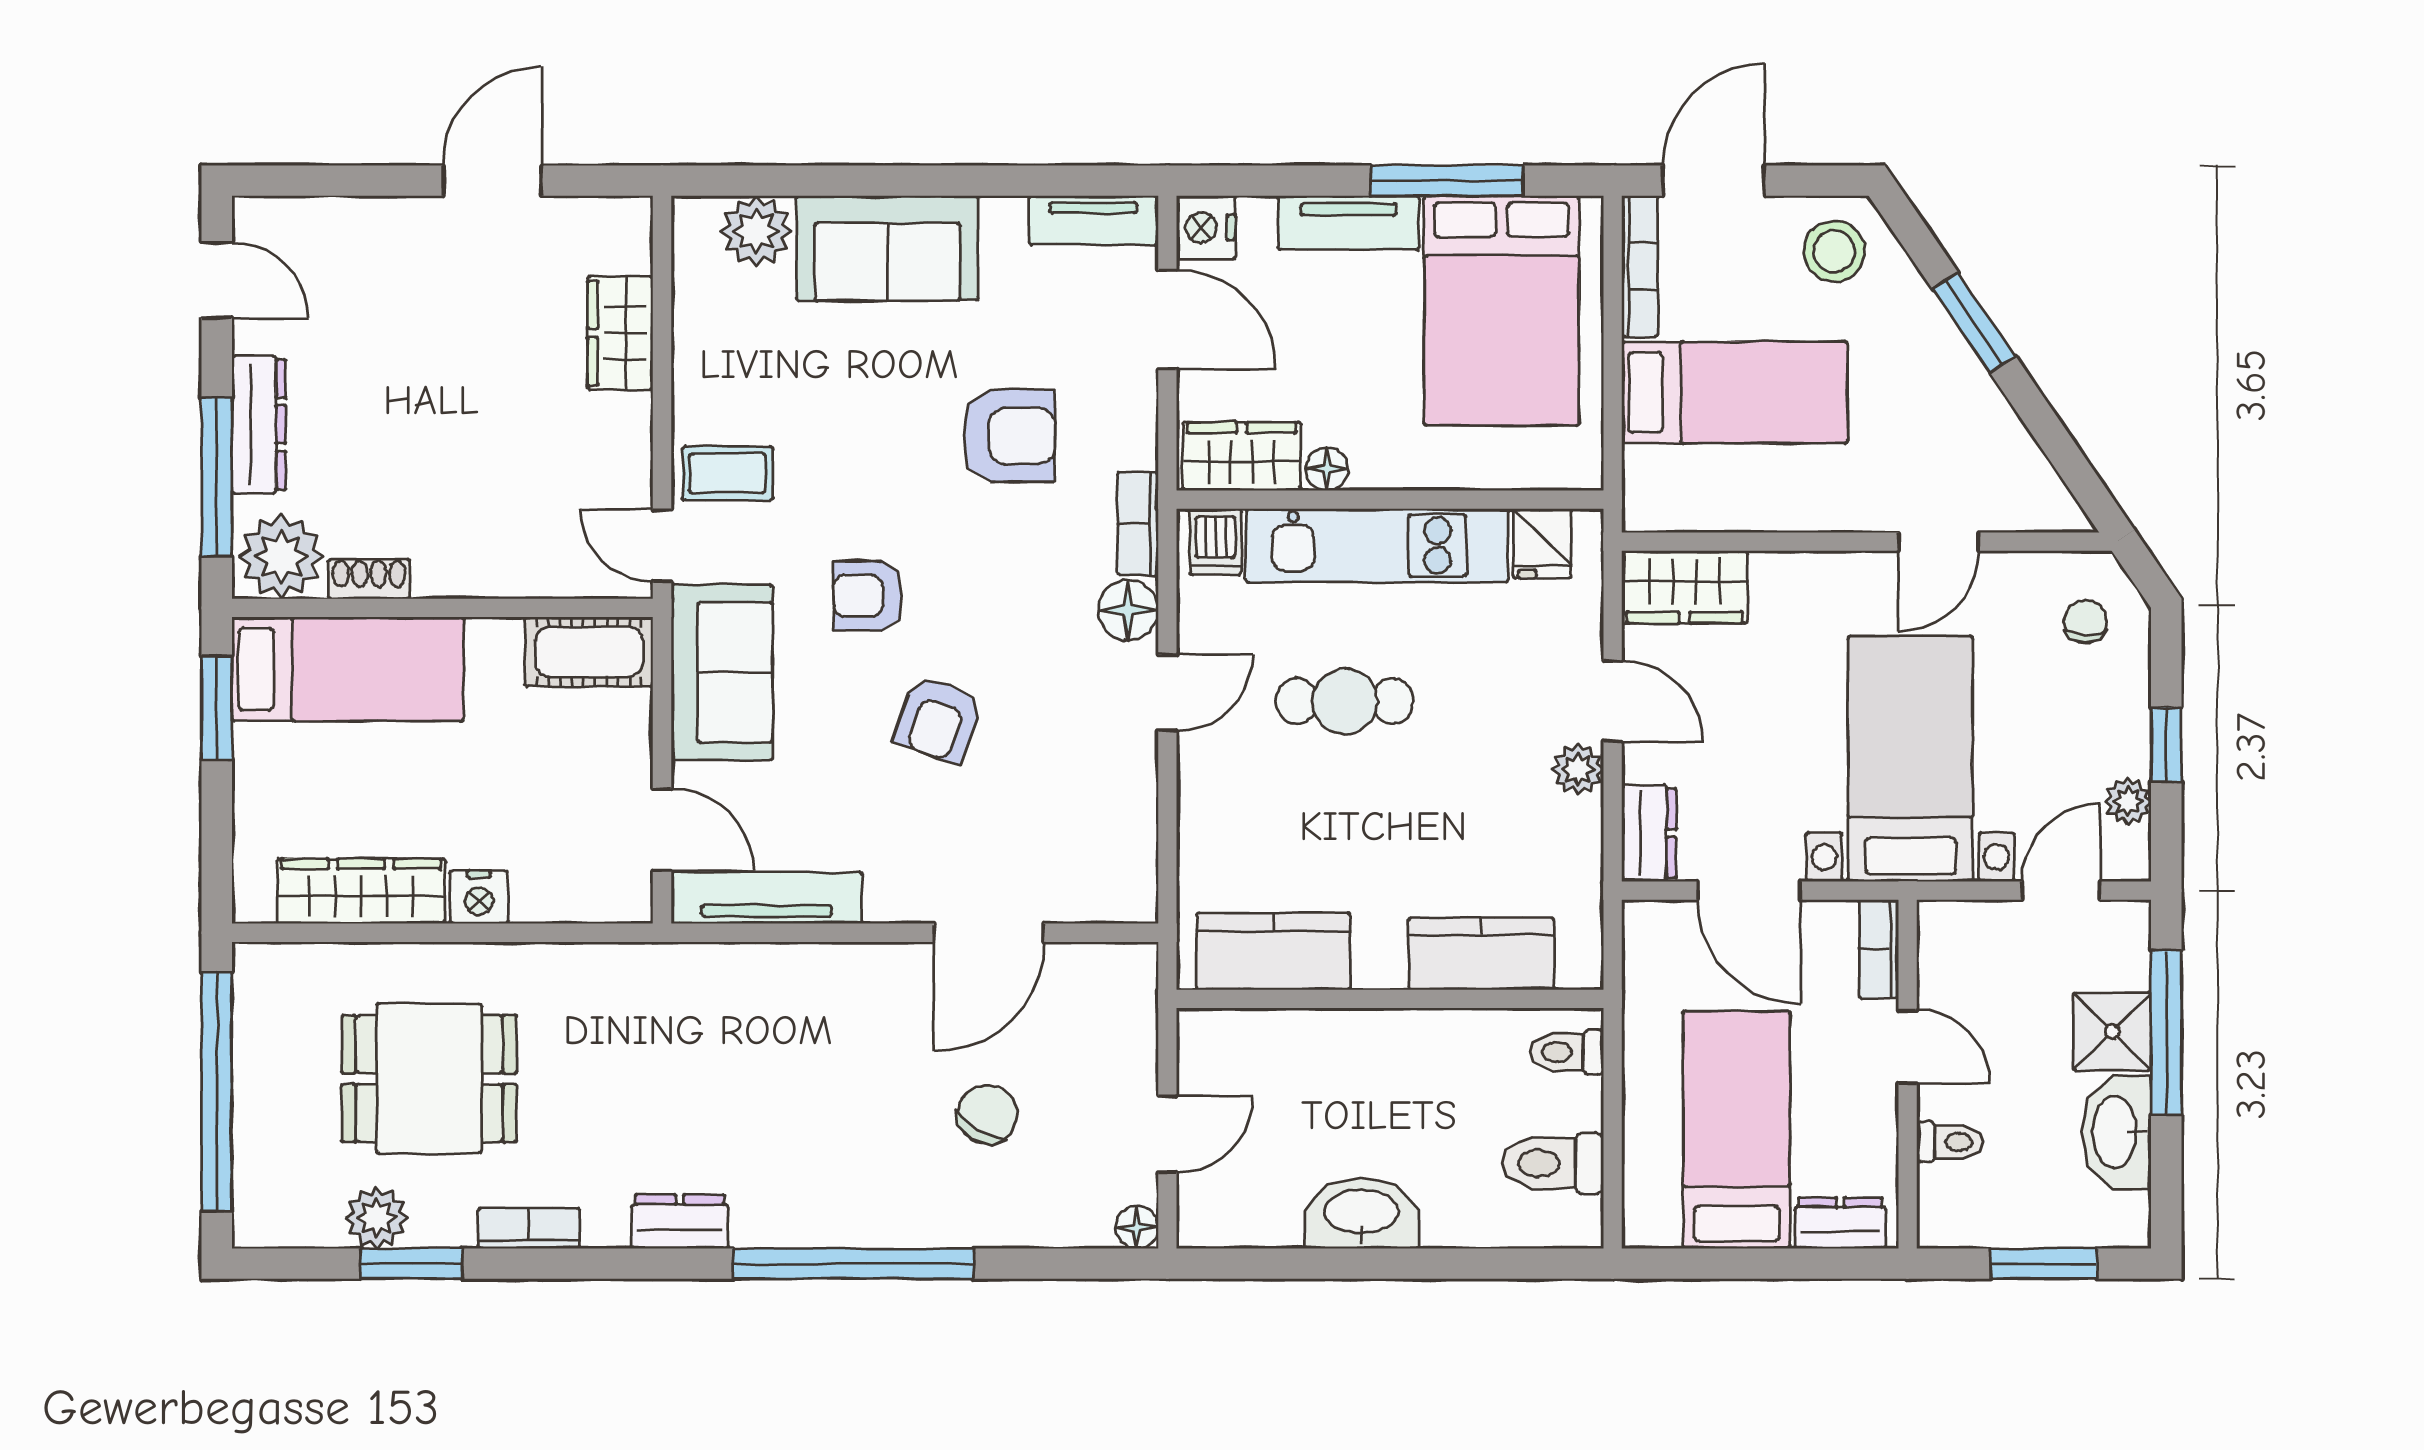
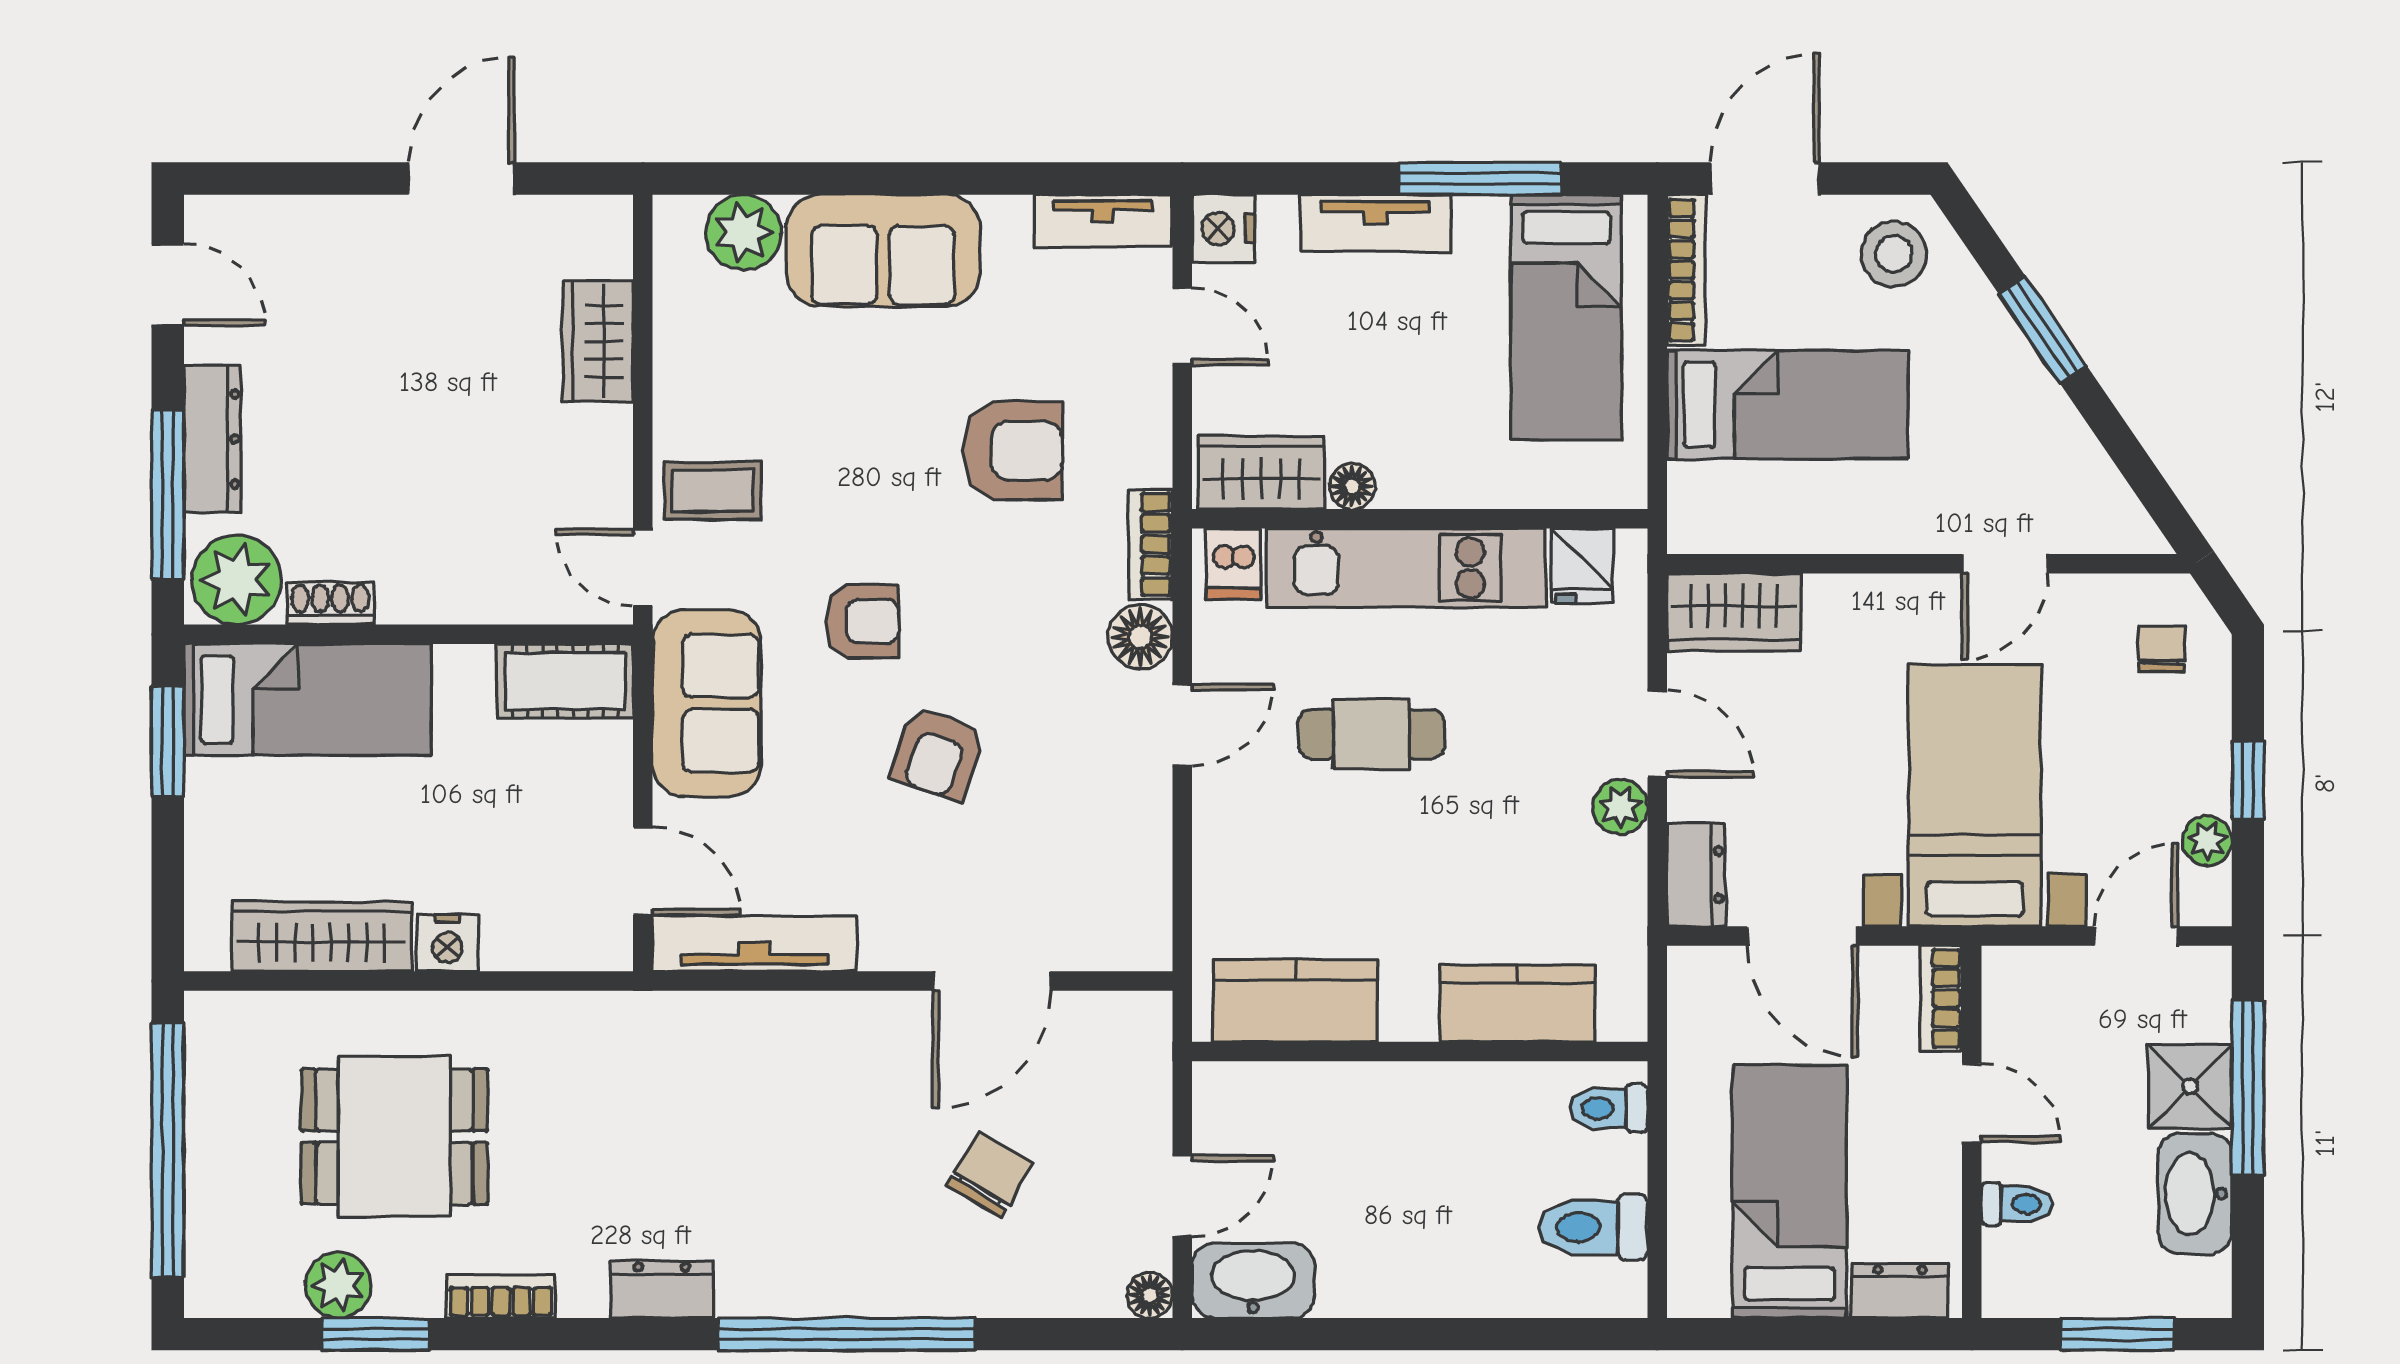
bed: (1502, 311) -> (1566, 317), width x0.67
door: (1167, 319) -> (1182, 327), width x0.73
armchair: (868, 596) -> (862, 621), turned 180
washbasin: (1361, 1214) -> (1253, 1281), moved

